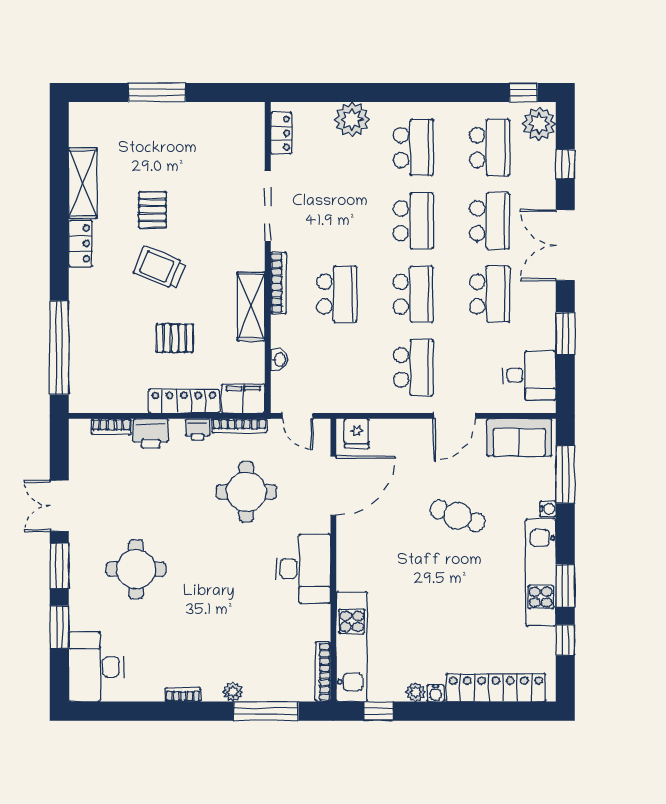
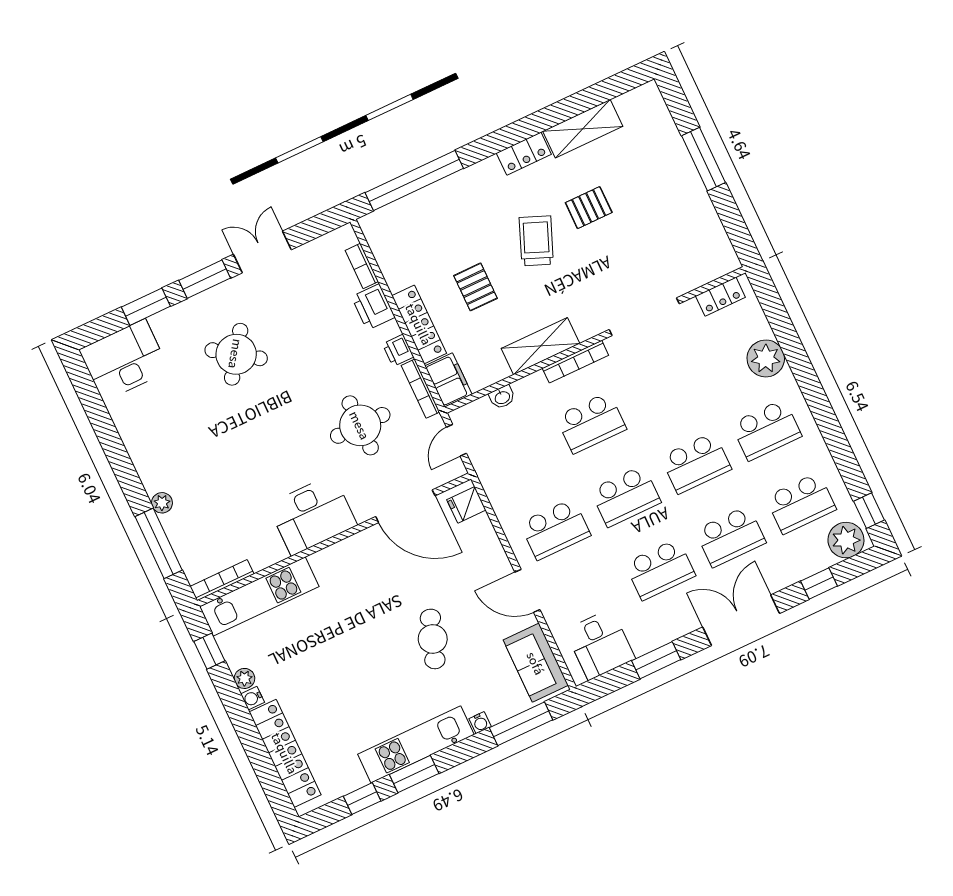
round table: (136, 569) -> (236, 354), turned 35
bookcase: (183, 695) -> (137, 456), removed

